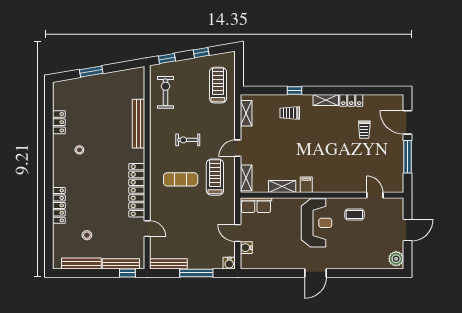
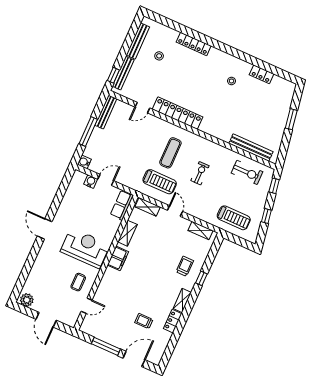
bench: (138, 124) -> (251, 148), moved
filing cabinet: (306, 185) -> (118, 258), width x2.00
reception desk: (316, 223) -> (85, 248), turned 180

